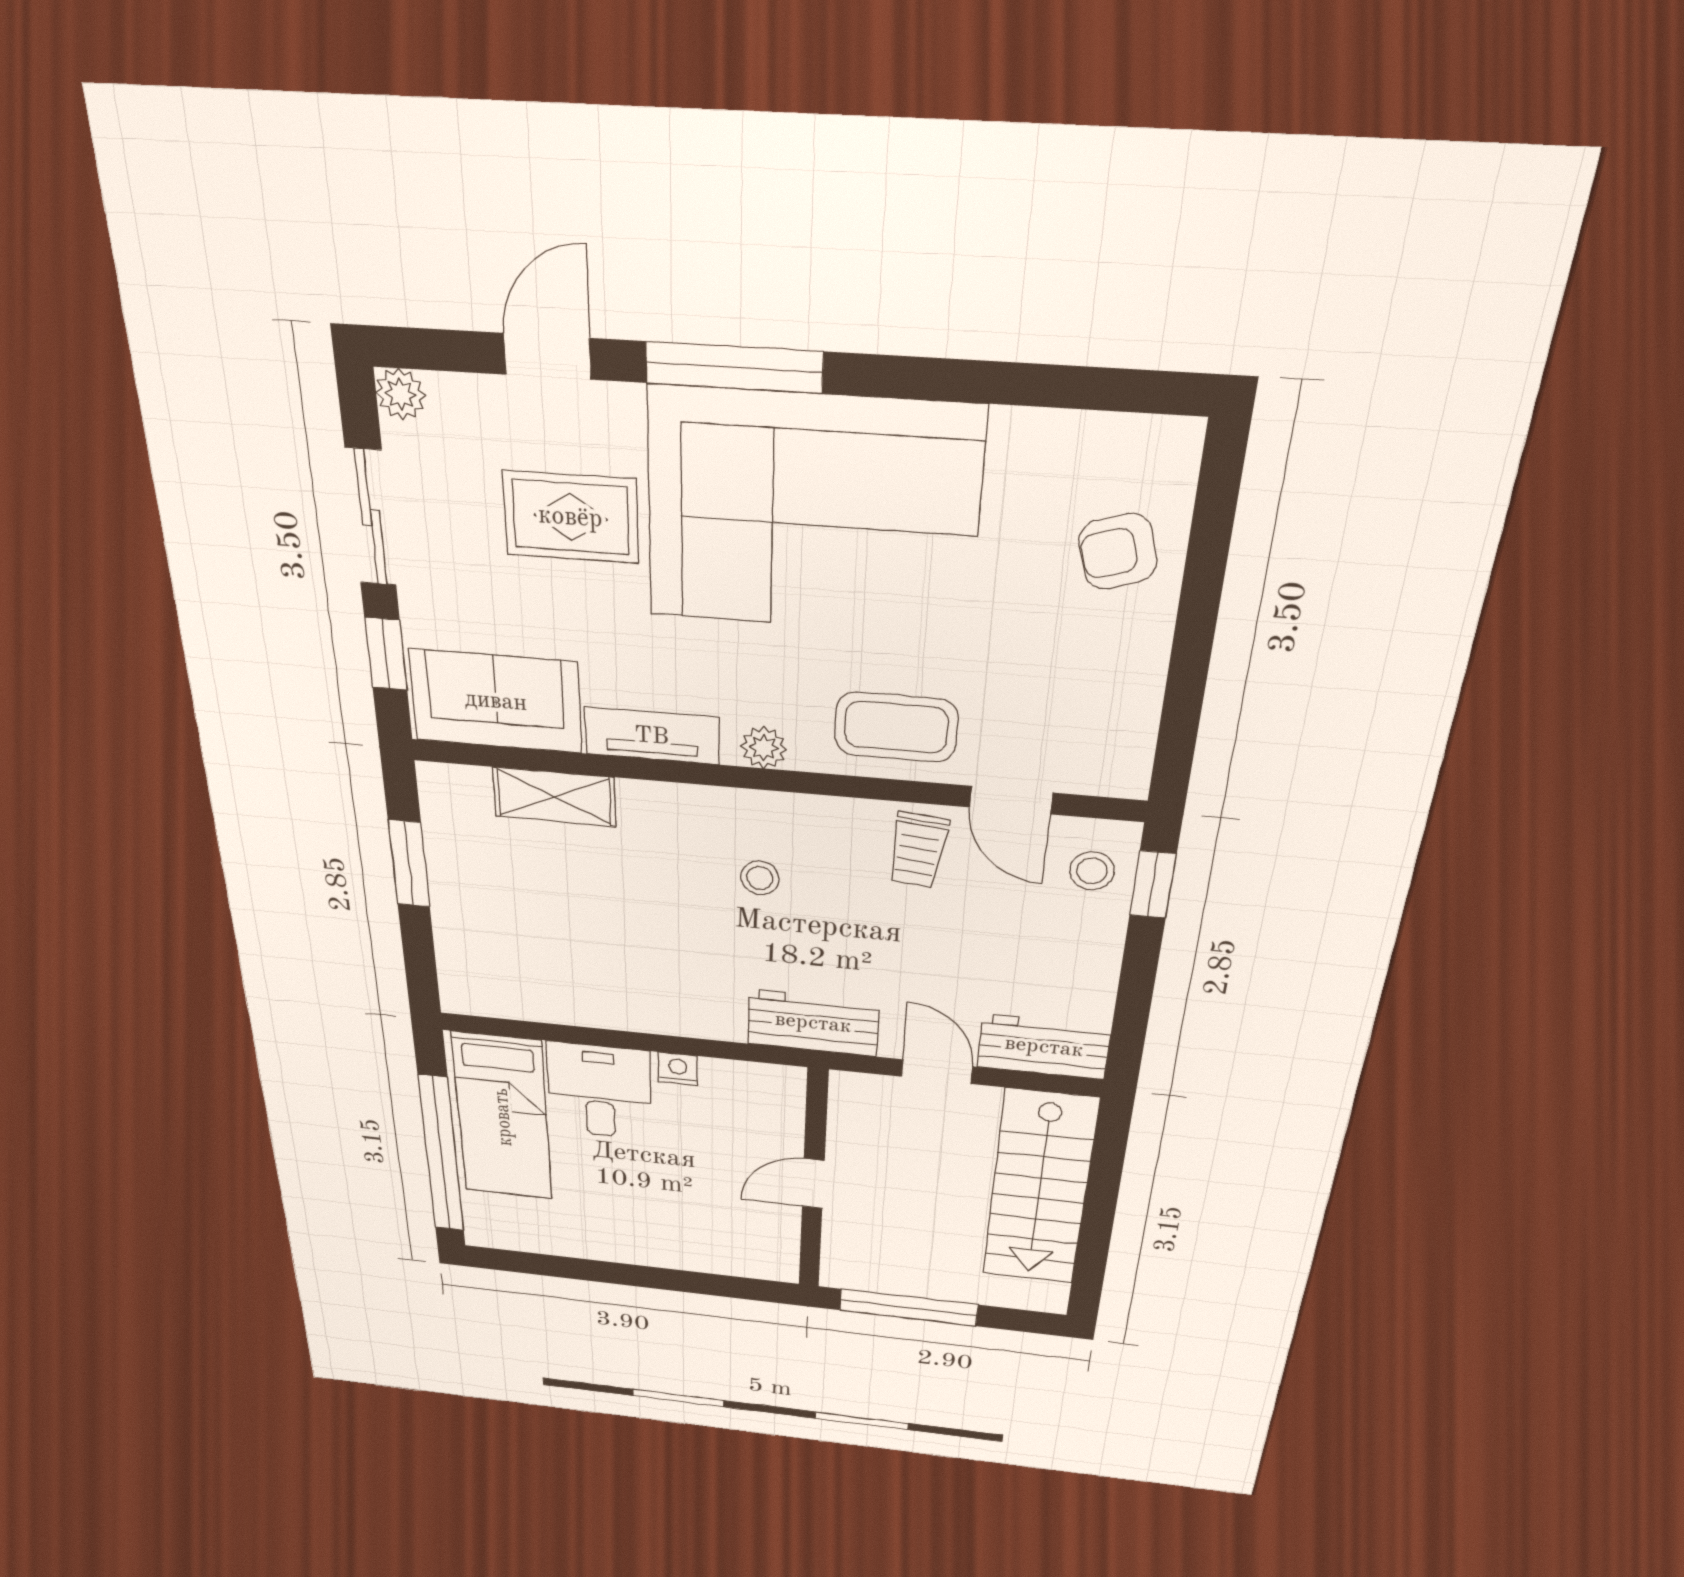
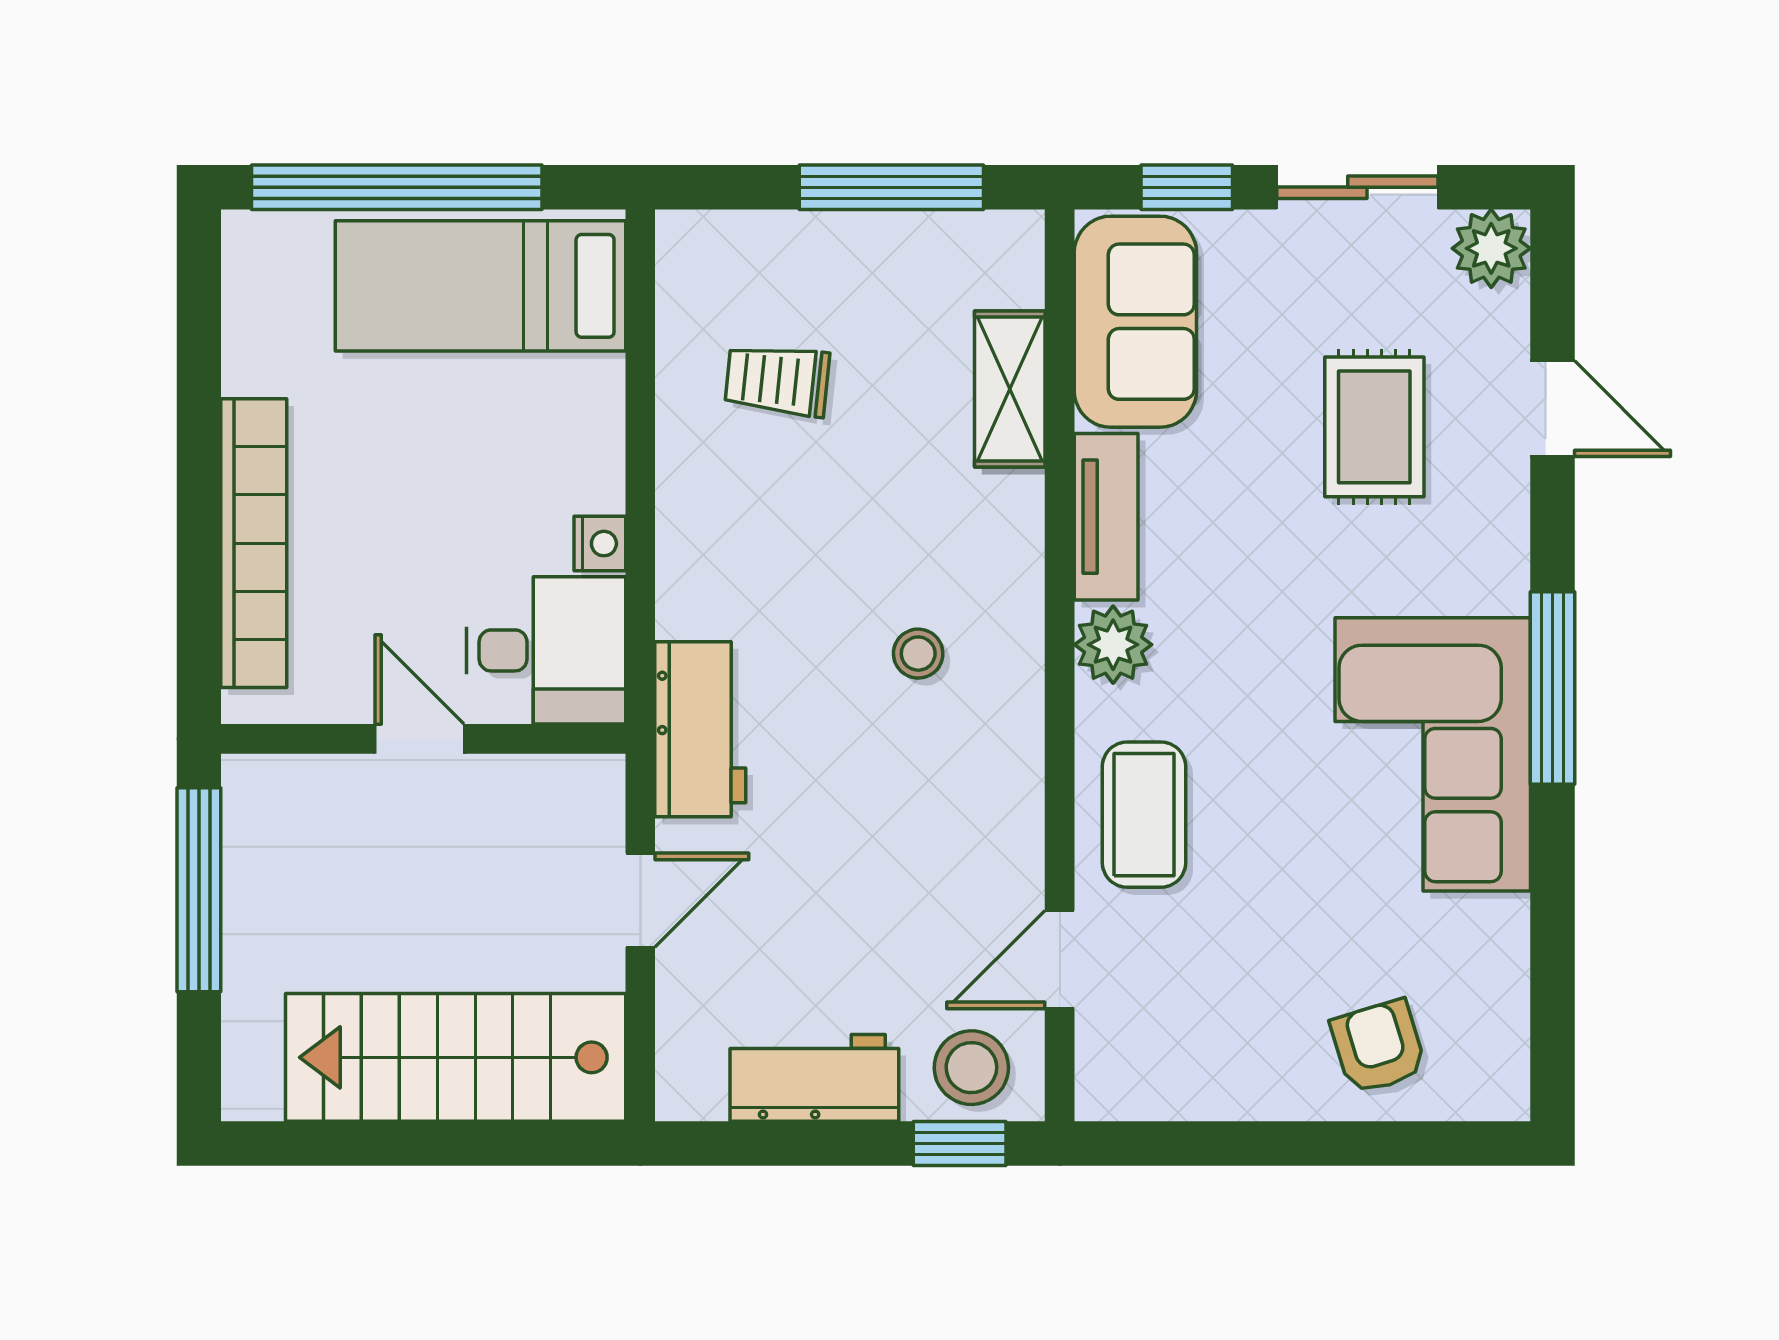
window: (734, 367) -> (1552, 688), moved
plant: (401, 394) -> (1491, 248), width x1.38, depth x1.38
corner sofa: (812, 513) -> (1433, 754), width x0.73, depth x0.74
plant: (764, 748) -> (1113, 645), width x1.38, depth x1.38
trolley: (918, 850) -> (777, 380), moved
window: (409, 864) -> (891, 187), width x1.44
stool: (1092, 871) -> (971, 1068), width x1.37, depth x1.37
workbench: (1044, 1047) -> (814, 1078), moved, turned -90
desk: (600, 1091) -> (546, 650), moved
bookcase: (680, 1254) -> (254, 543), added

